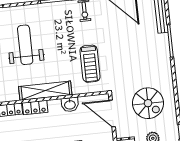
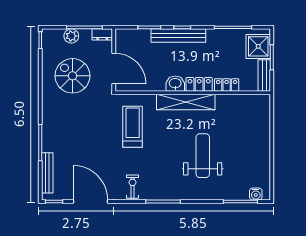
weight bench: (25, 45) -> (203, 156), turned 180
washbasin: (70, 105) -> (175, 84), moved

